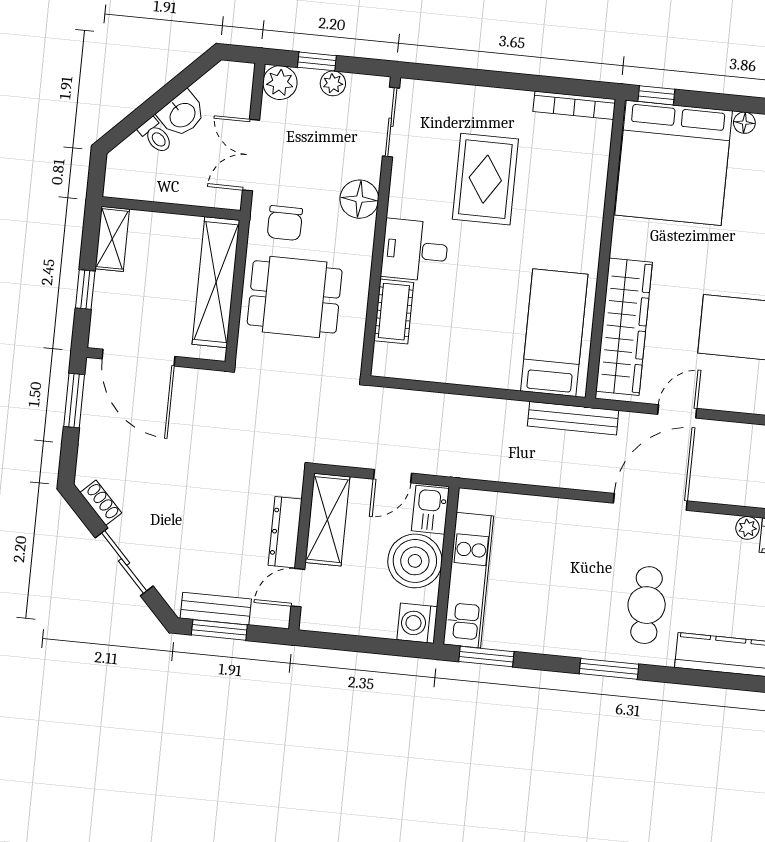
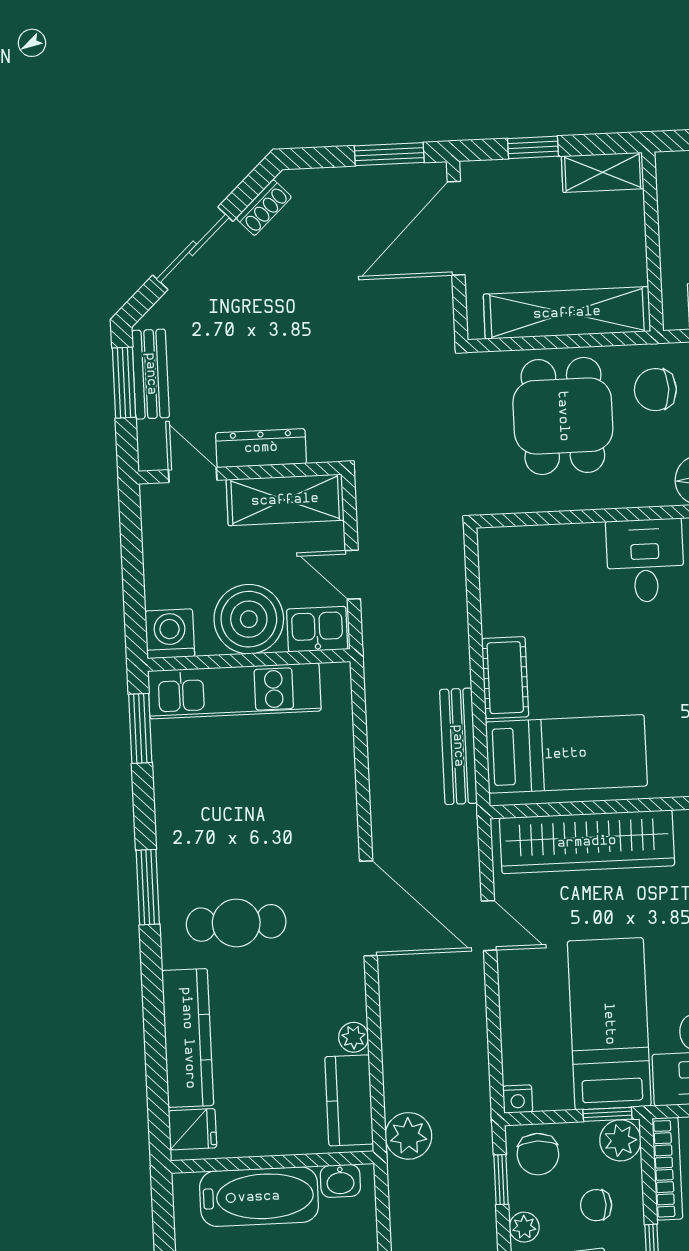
cot: (394, 312) -> (505, 678), moved, turned 90
bench: (573, 418) -> (458, 746), moved

